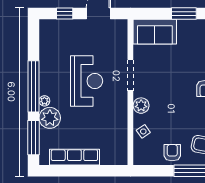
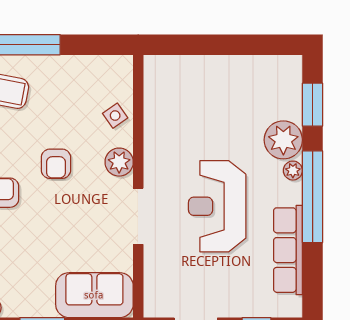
window: (34, 138) -> (313, 105), width x0.69
armchair: (172, 153) -> (56, 164), moved
row of seats: (74, 157) -> (288, 250), moved, turned 90

